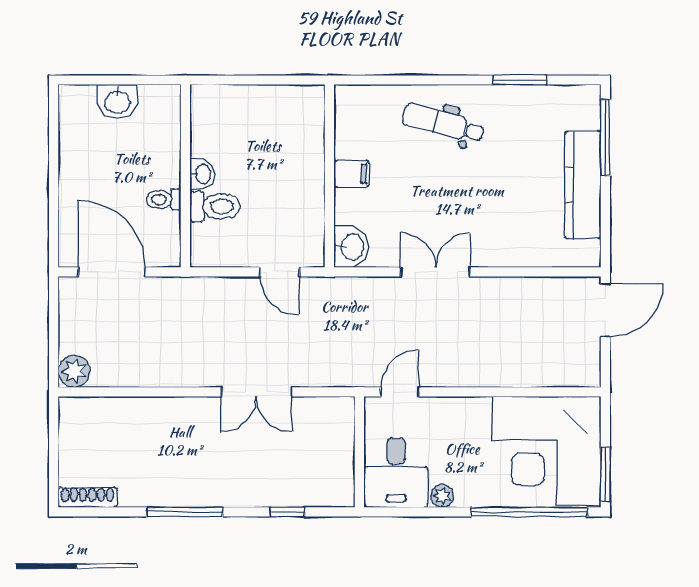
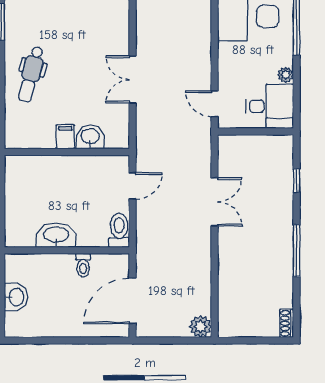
washbasin: (202, 174) -> (56, 235), width x1.91, depth x1.45
toilet: (215, 207) -> (119, 230), moved
washbasin: (351, 247) -> (90, 137), moved
shoe rack: (88, 497) -> (287, 323), width x0.70

